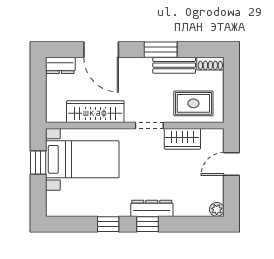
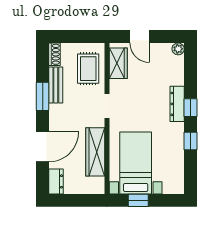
wardrobe: (182, 139) -> (118, 63), moved

